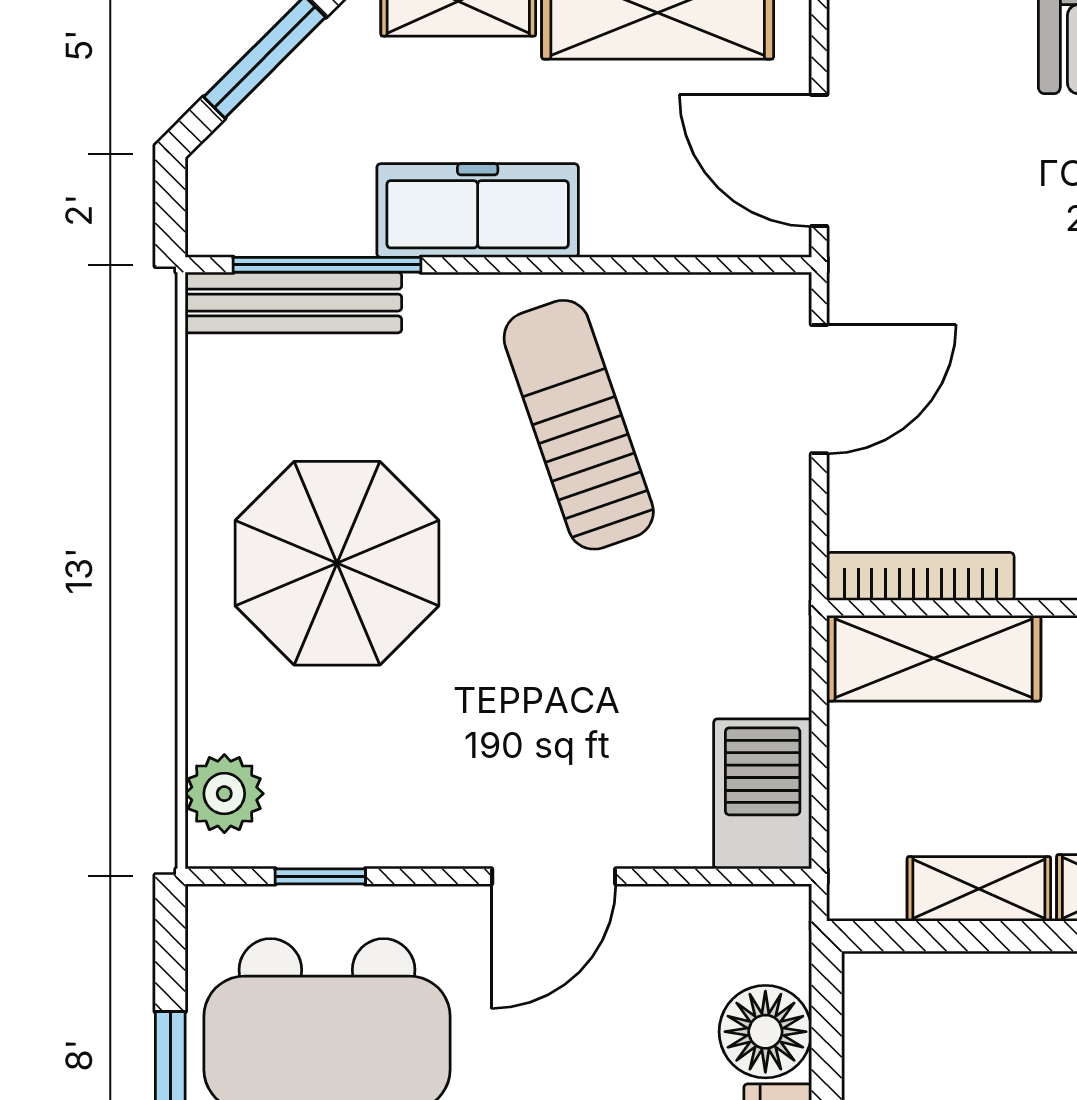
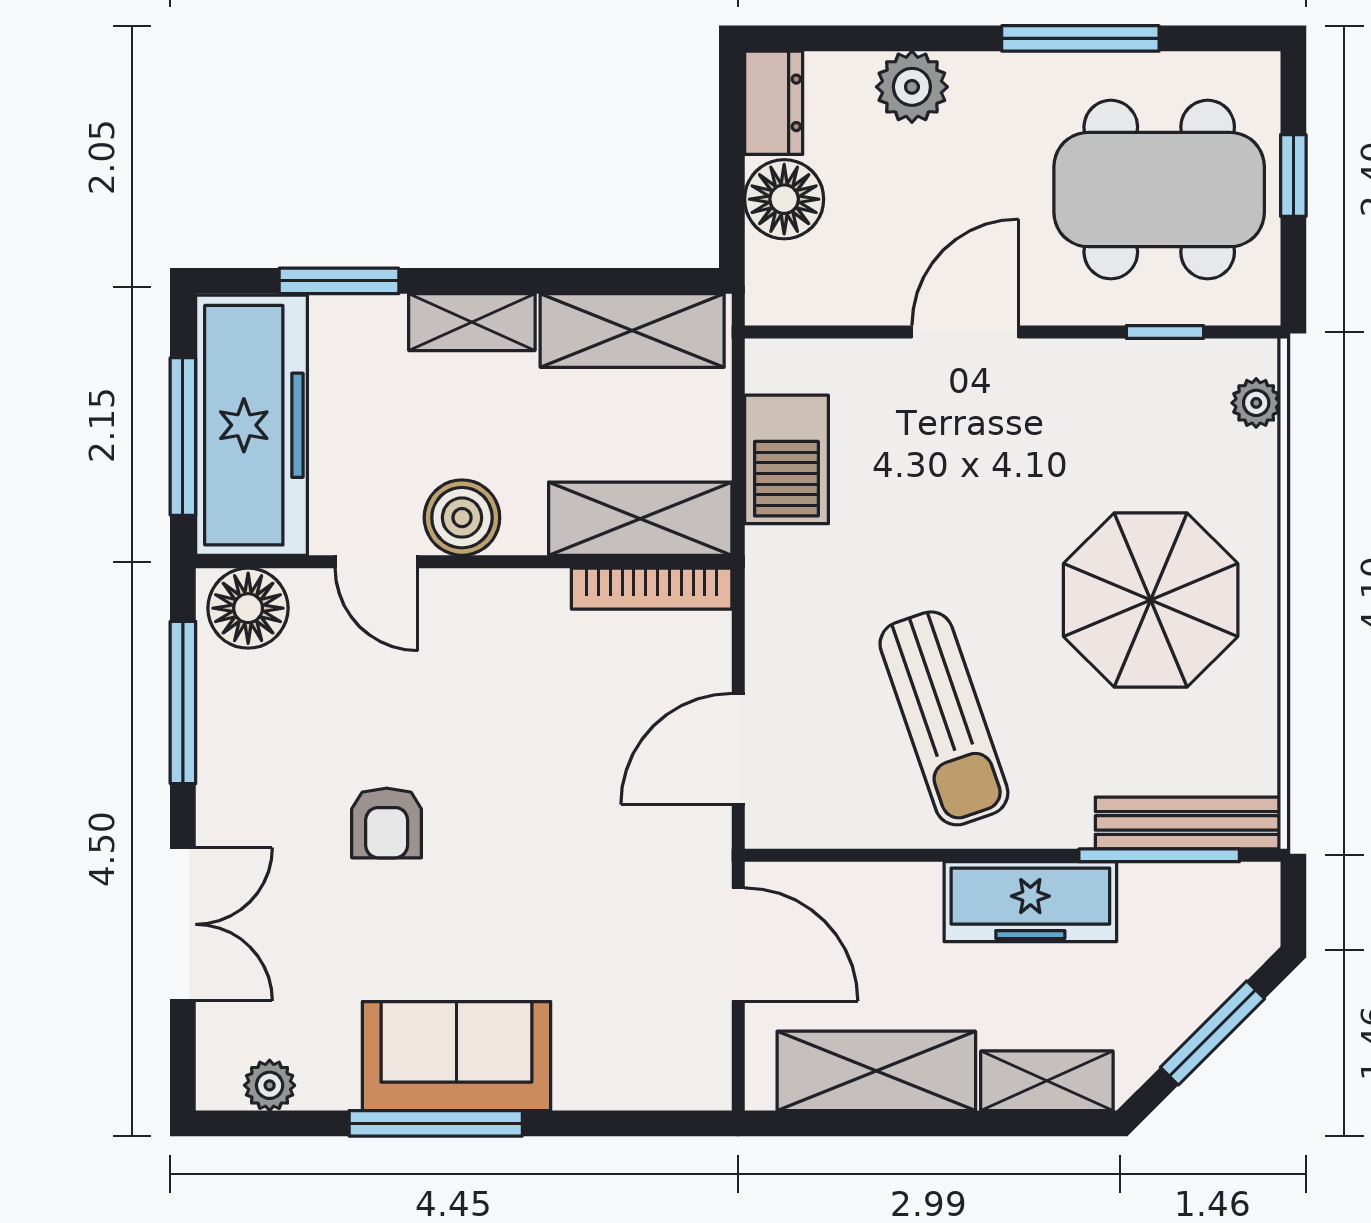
plant: (224, 794) -> (1256, 403), width x0.73, depth x0.73
barbecue: (763, 794) -> (786, 459), moved
shelving: (979, 889) -> (632, 331), width x1.50, depth x1.33

